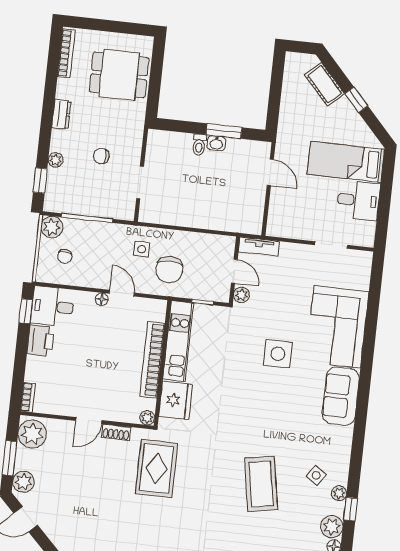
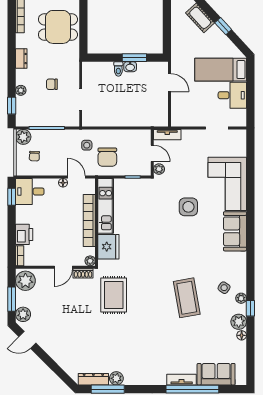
printer: (41, 341) -> (24, 234), moved
kitchen unit: (178, 341) -> (106, 206), moved
bookcase: (152, 360) -> (89, 221), moved
wall: (163, 363) -> (97, 222), moved
fridge: (176, 400) -> (108, 247), moved
plant: (147, 418) -> (90, 261), moved

